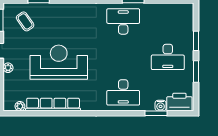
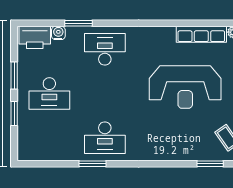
desk: (168, 57) -> (49, 93), turned 180
row of seats: (53, 105) -> (201, 34), width x0.73
window: (156, 113) -> (79, 23), moved

